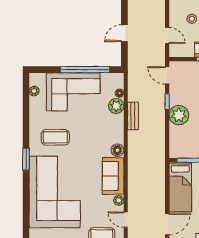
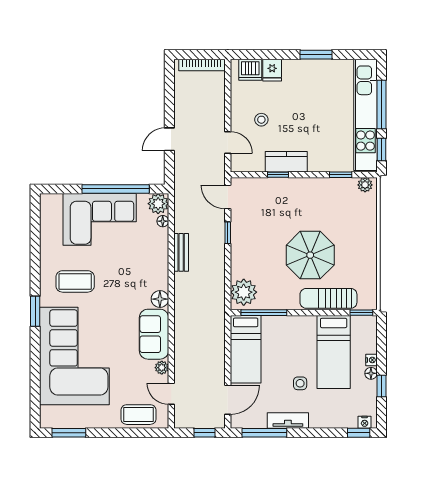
plant: (34, 91) -> (46, 218), removed
plant: (116, 106) -> (158, 204), moved
plant: (179, 115) -> (244, 292), moved

